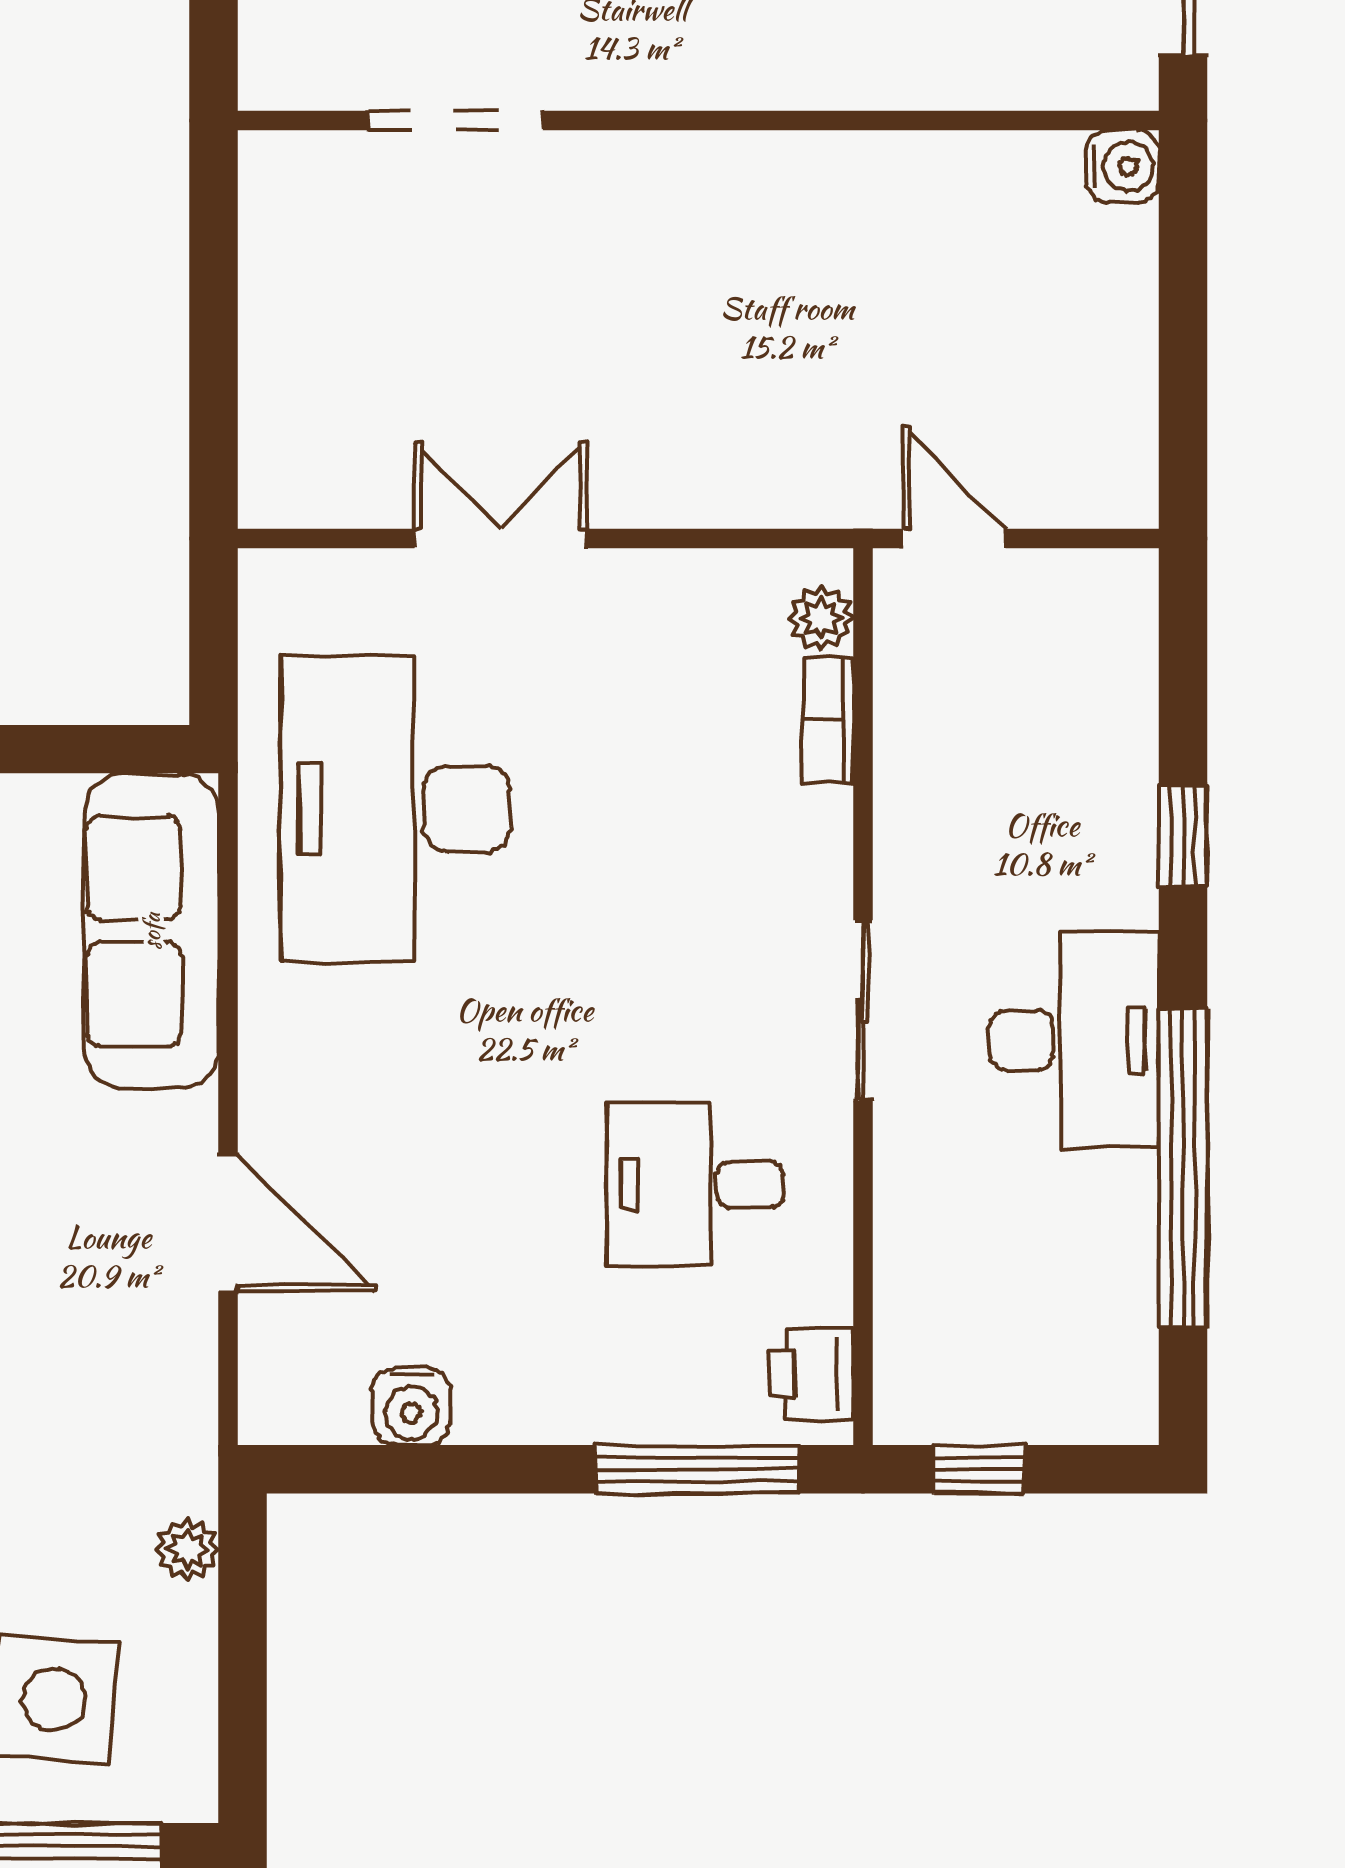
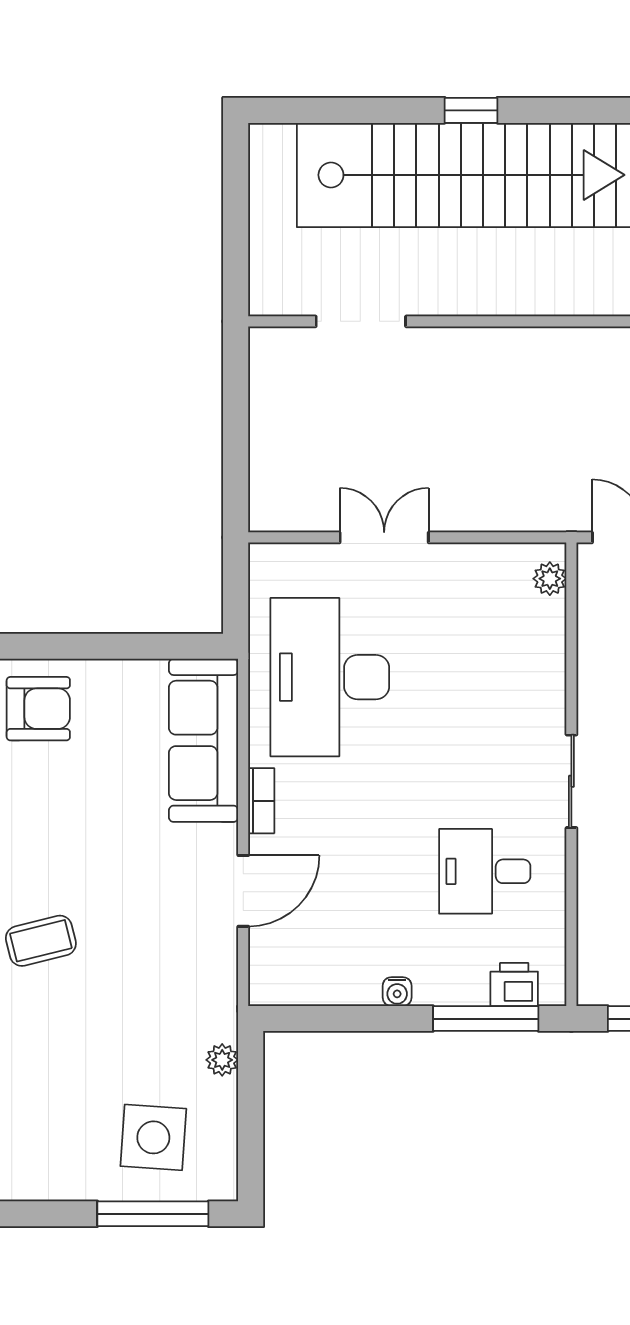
bookcase: (828, 720) -> (261, 801), moved, turned 180
door: (228, 1222) -> (243, 891), hinge flipped
printer: (812, 1374) -> (514, 985), moved, turned 90
water cooler: (411, 1407) -> (397, 992), moved, width x0.72, depth x0.72

